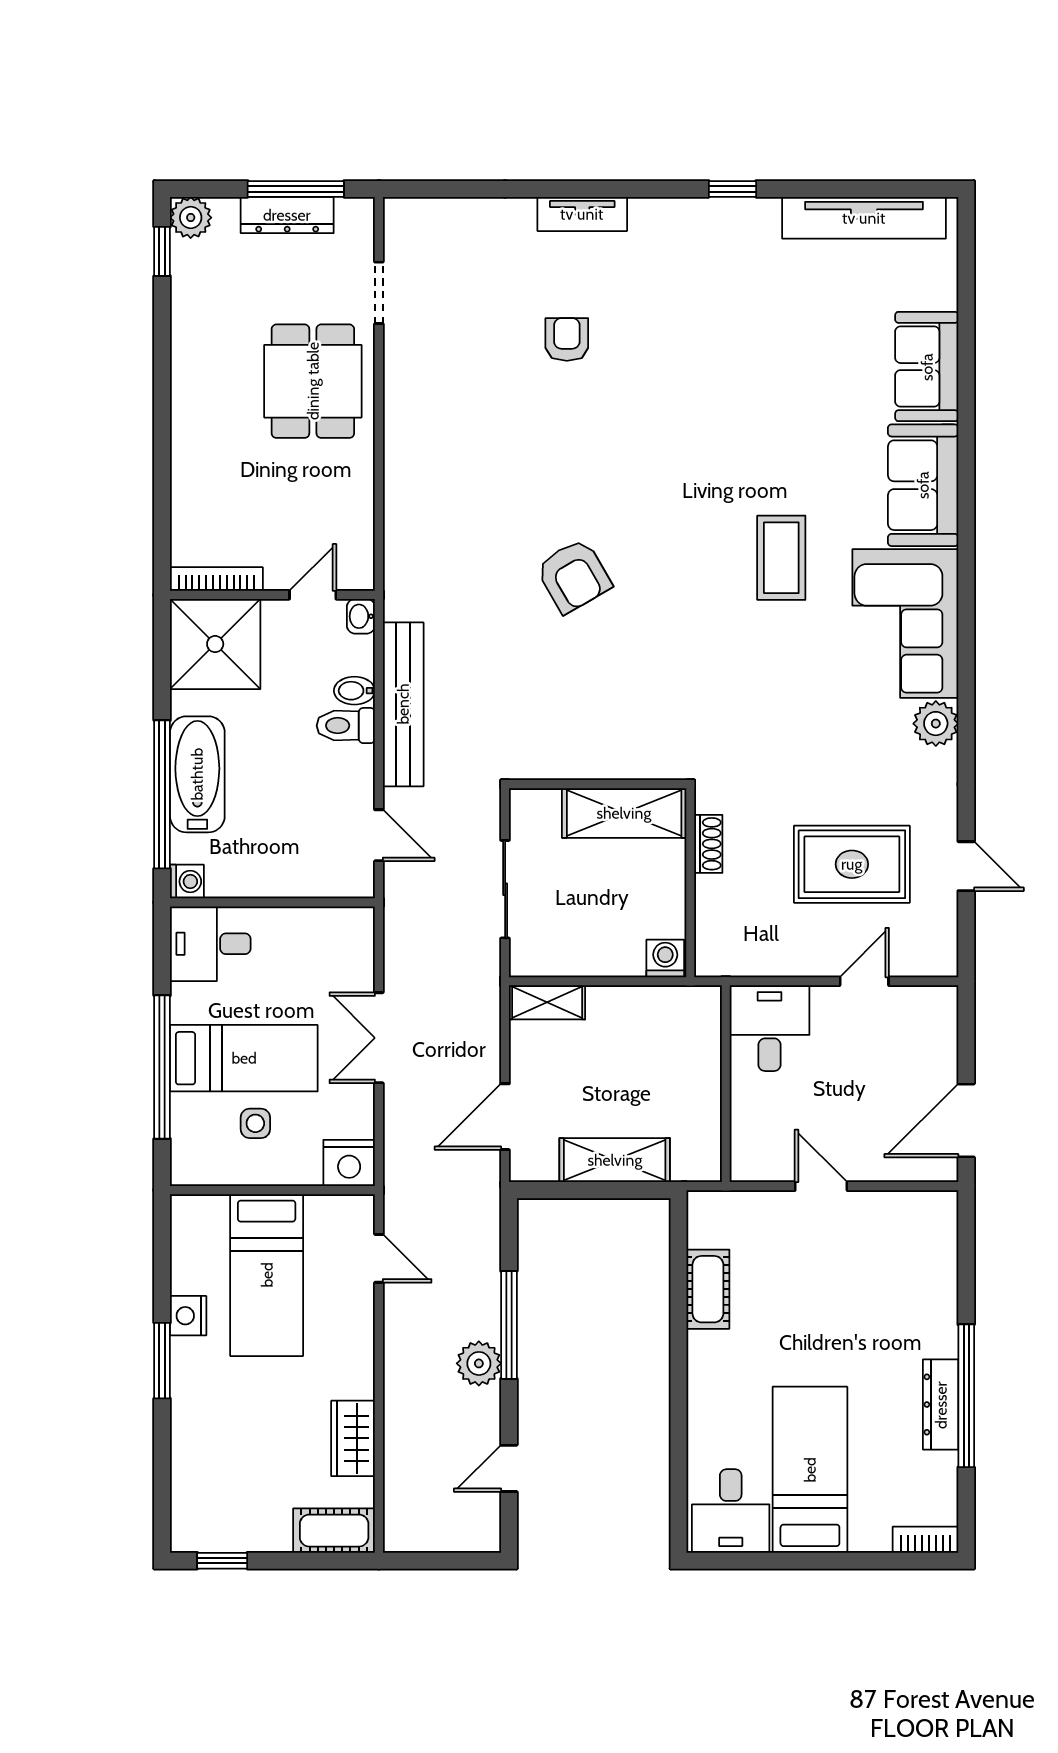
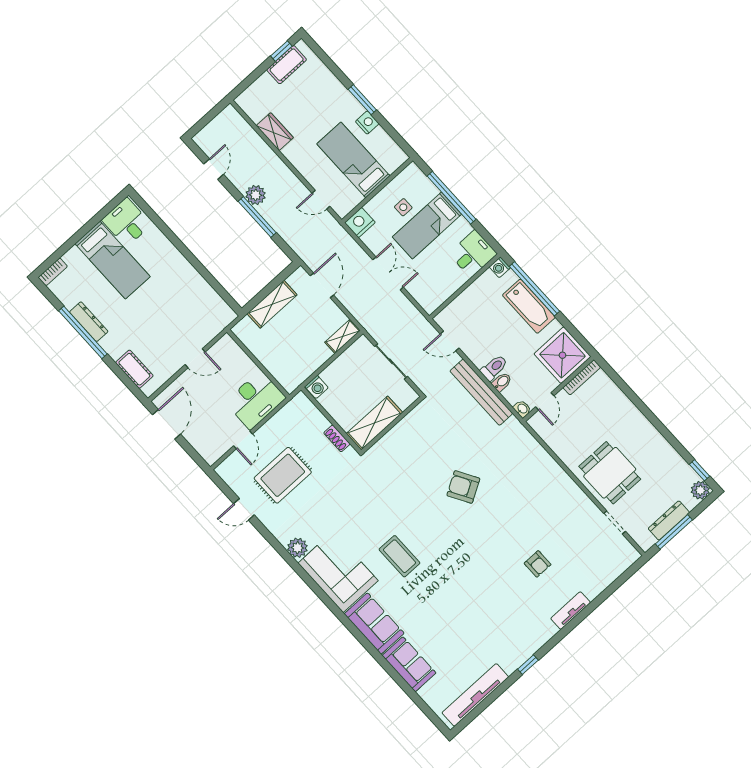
desk: (770, 1028) -> (255, 400), width x1.37
cot: (708, 1289) -> (134, 369), moved
cot: (334, 1531) -> (287, 65), moved

